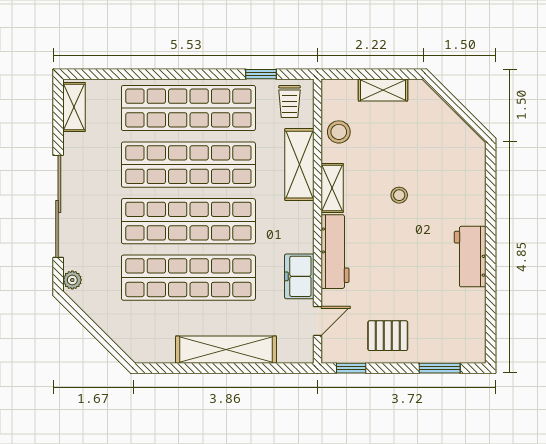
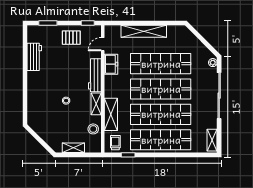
workbench: (470, 257) -> (34, 57), moved

